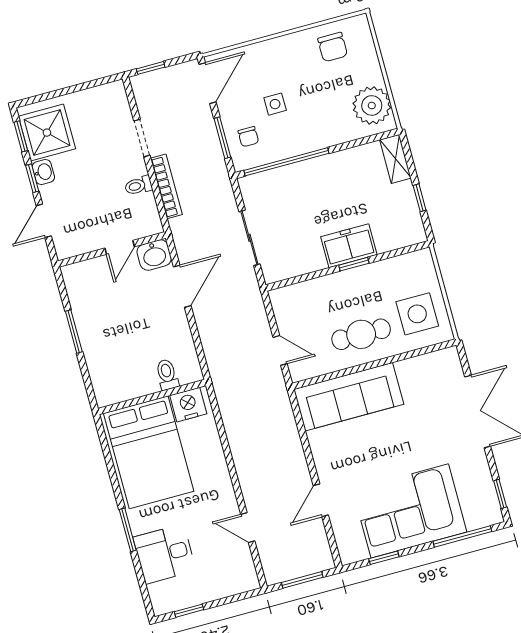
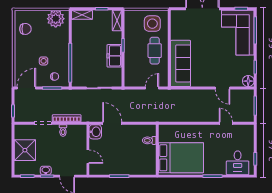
door: (207, 83) -> (26, 88), hinge flipped
shower: (47, 133) -> (25, 150), moved
shelving: (403, 237) -> (117, 20), added
freezer: (349, 246) -> (114, 56), moved
door: (120, 247) -> (88, 157), moved
nightstand: (188, 405) -> (165, 135), removed
corner sofa: (410, 511) -> (238, 33), moved
door: (248, 528) -> (226, 123), swing flipped
floor lamp: (350, 551) -> (248, 81), added
desk: (165, 554) -> (238, 163), moved

